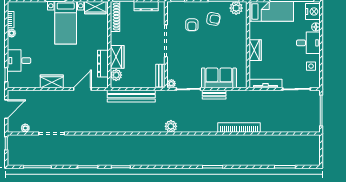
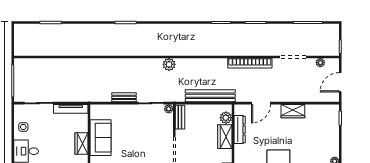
desk: (19, 61) -> (327, 133), removed
sofa: (219, 78) -> (101, 138), moved, turned -90
bookcase: (239, 128) -> (250, 63), moved

